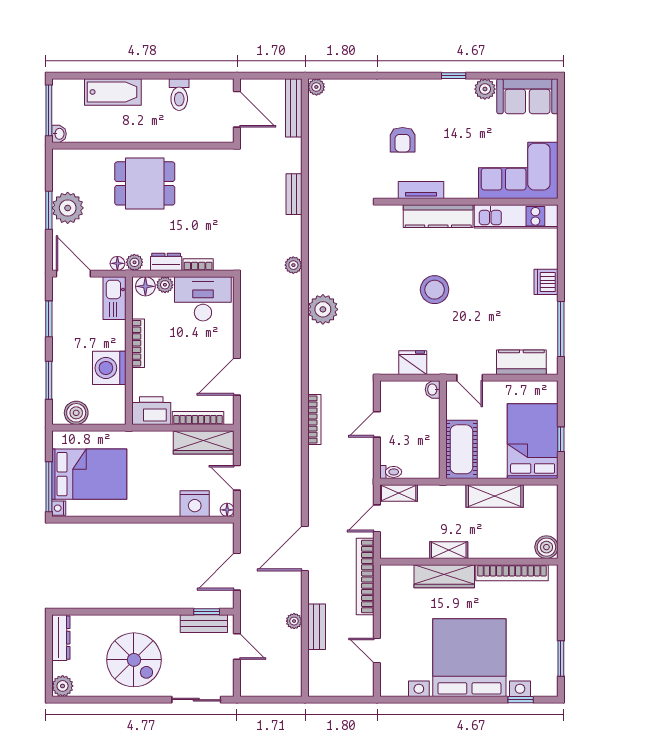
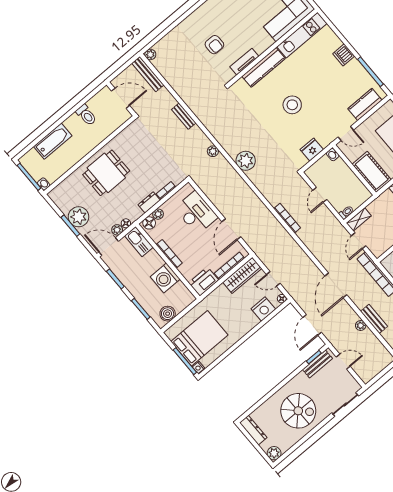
plant: (134, 262) -> (117, 230), moved
desk: (203, 299) -> (196, 213), moved, turned 90

